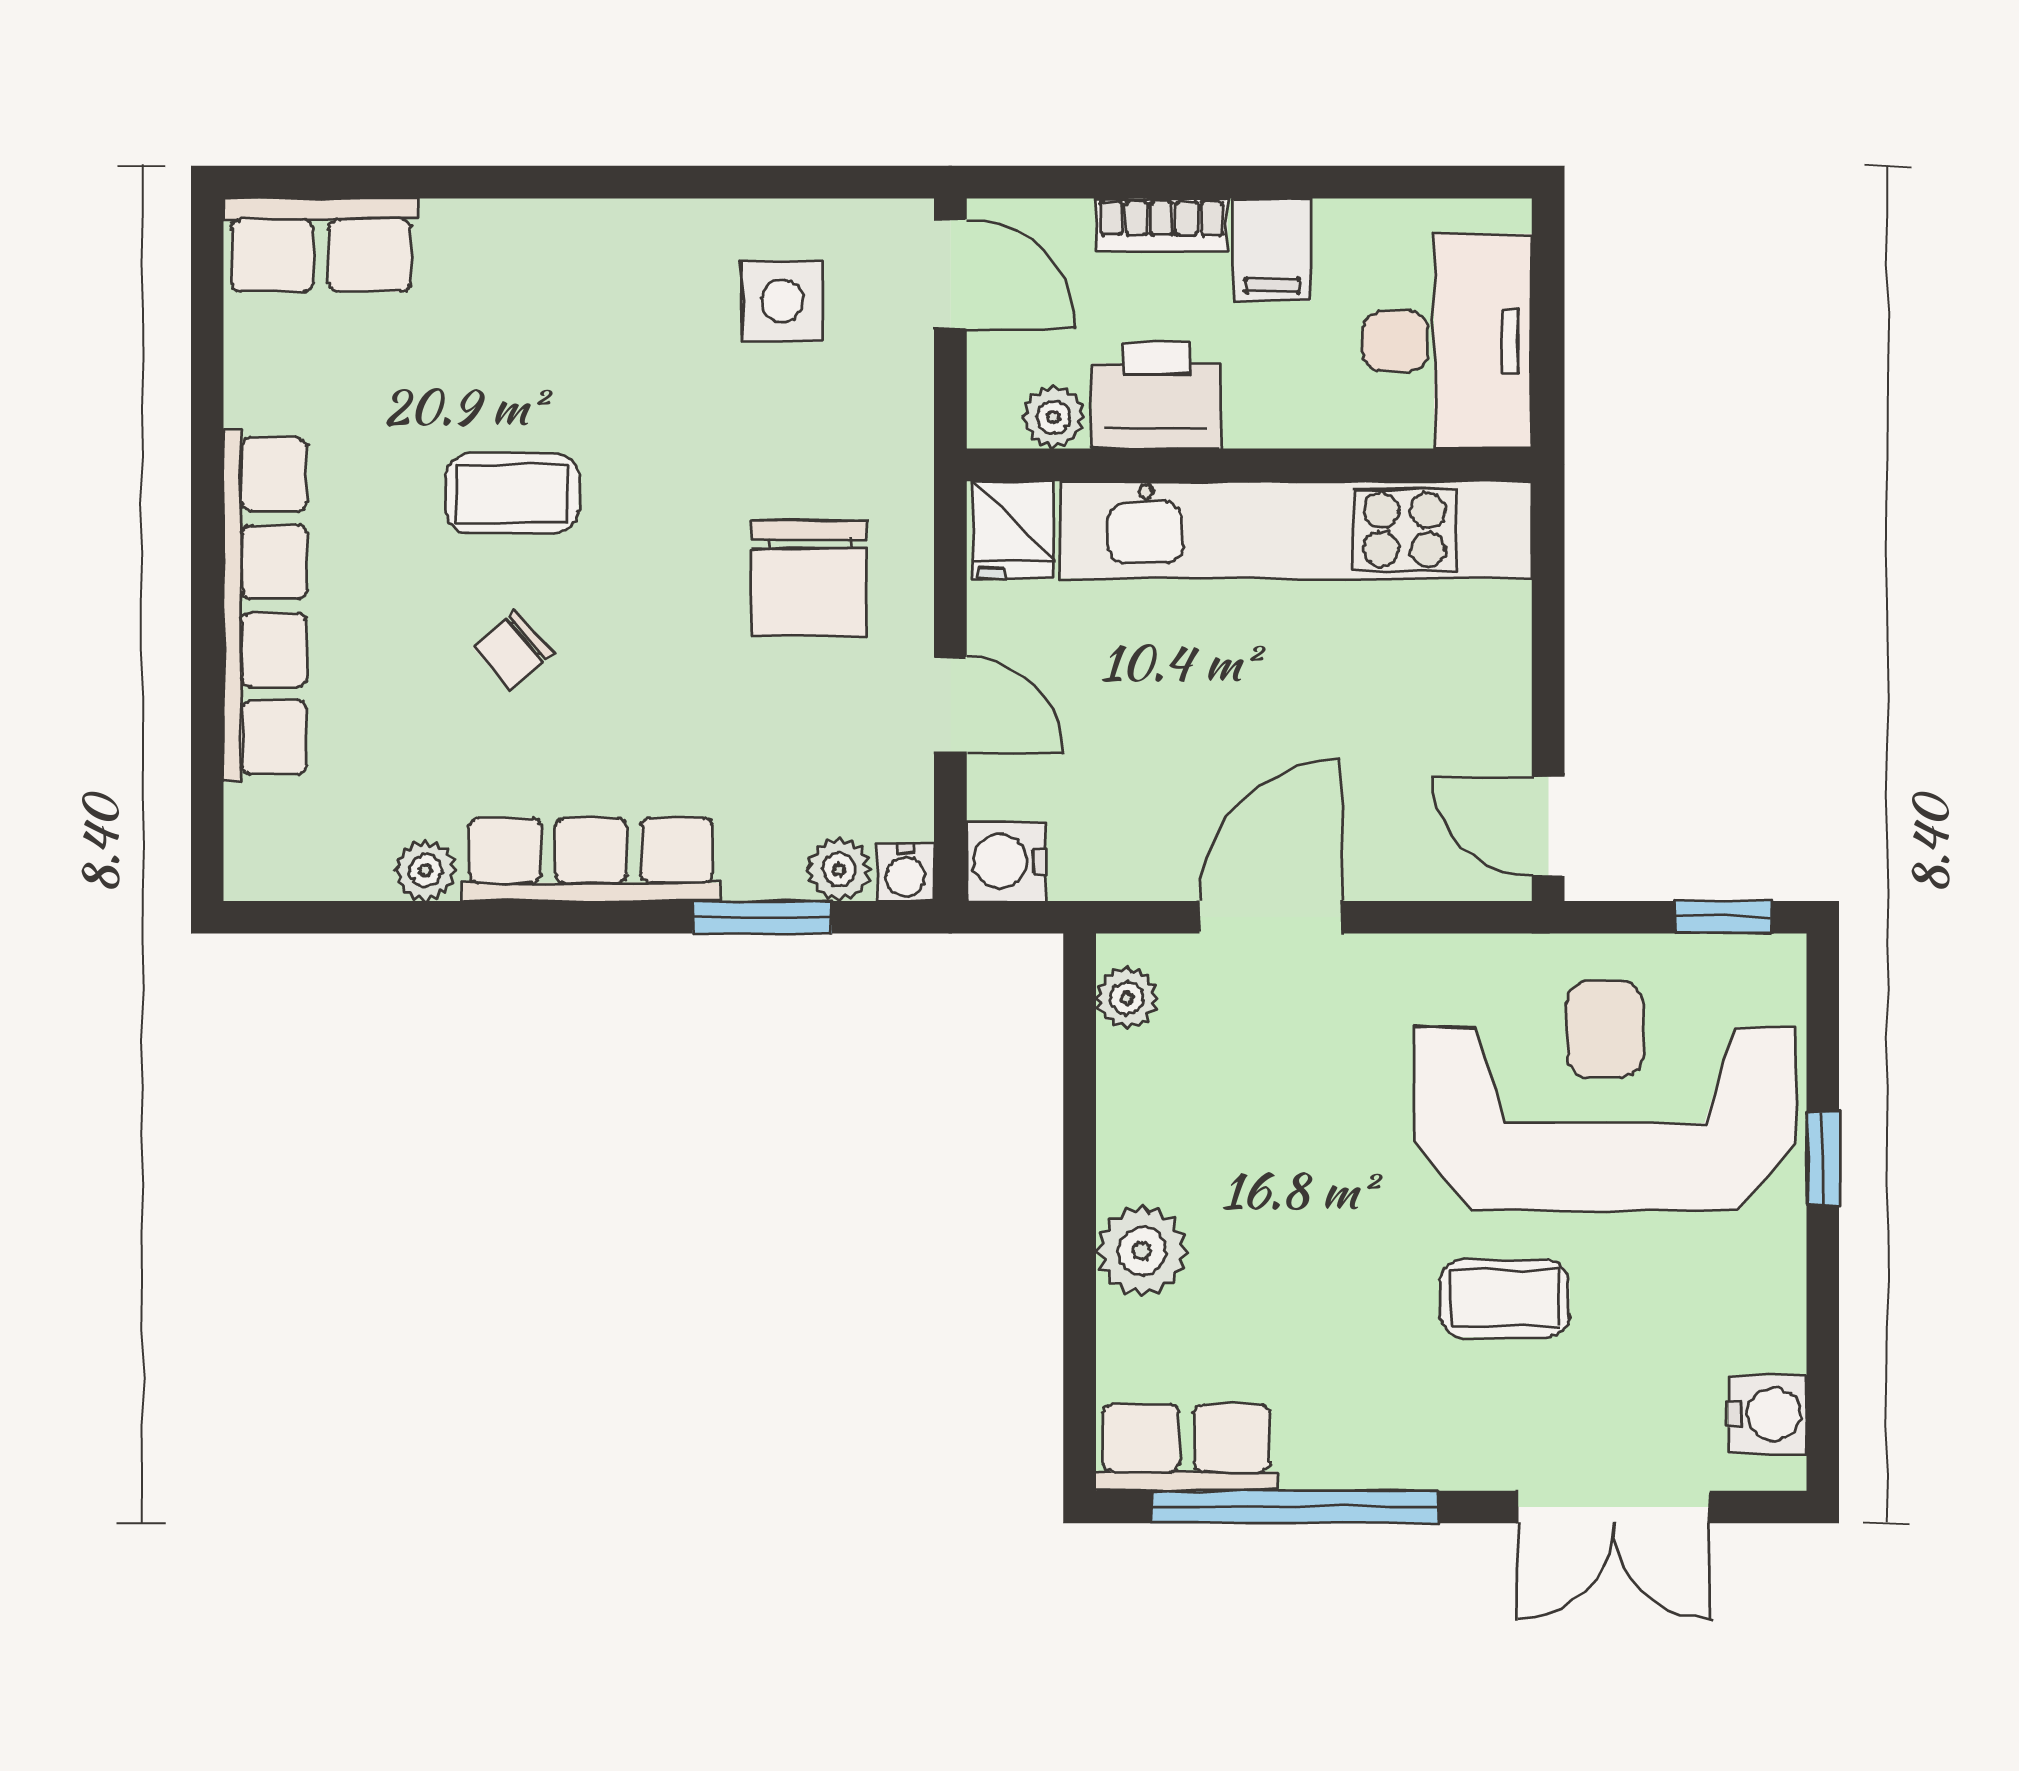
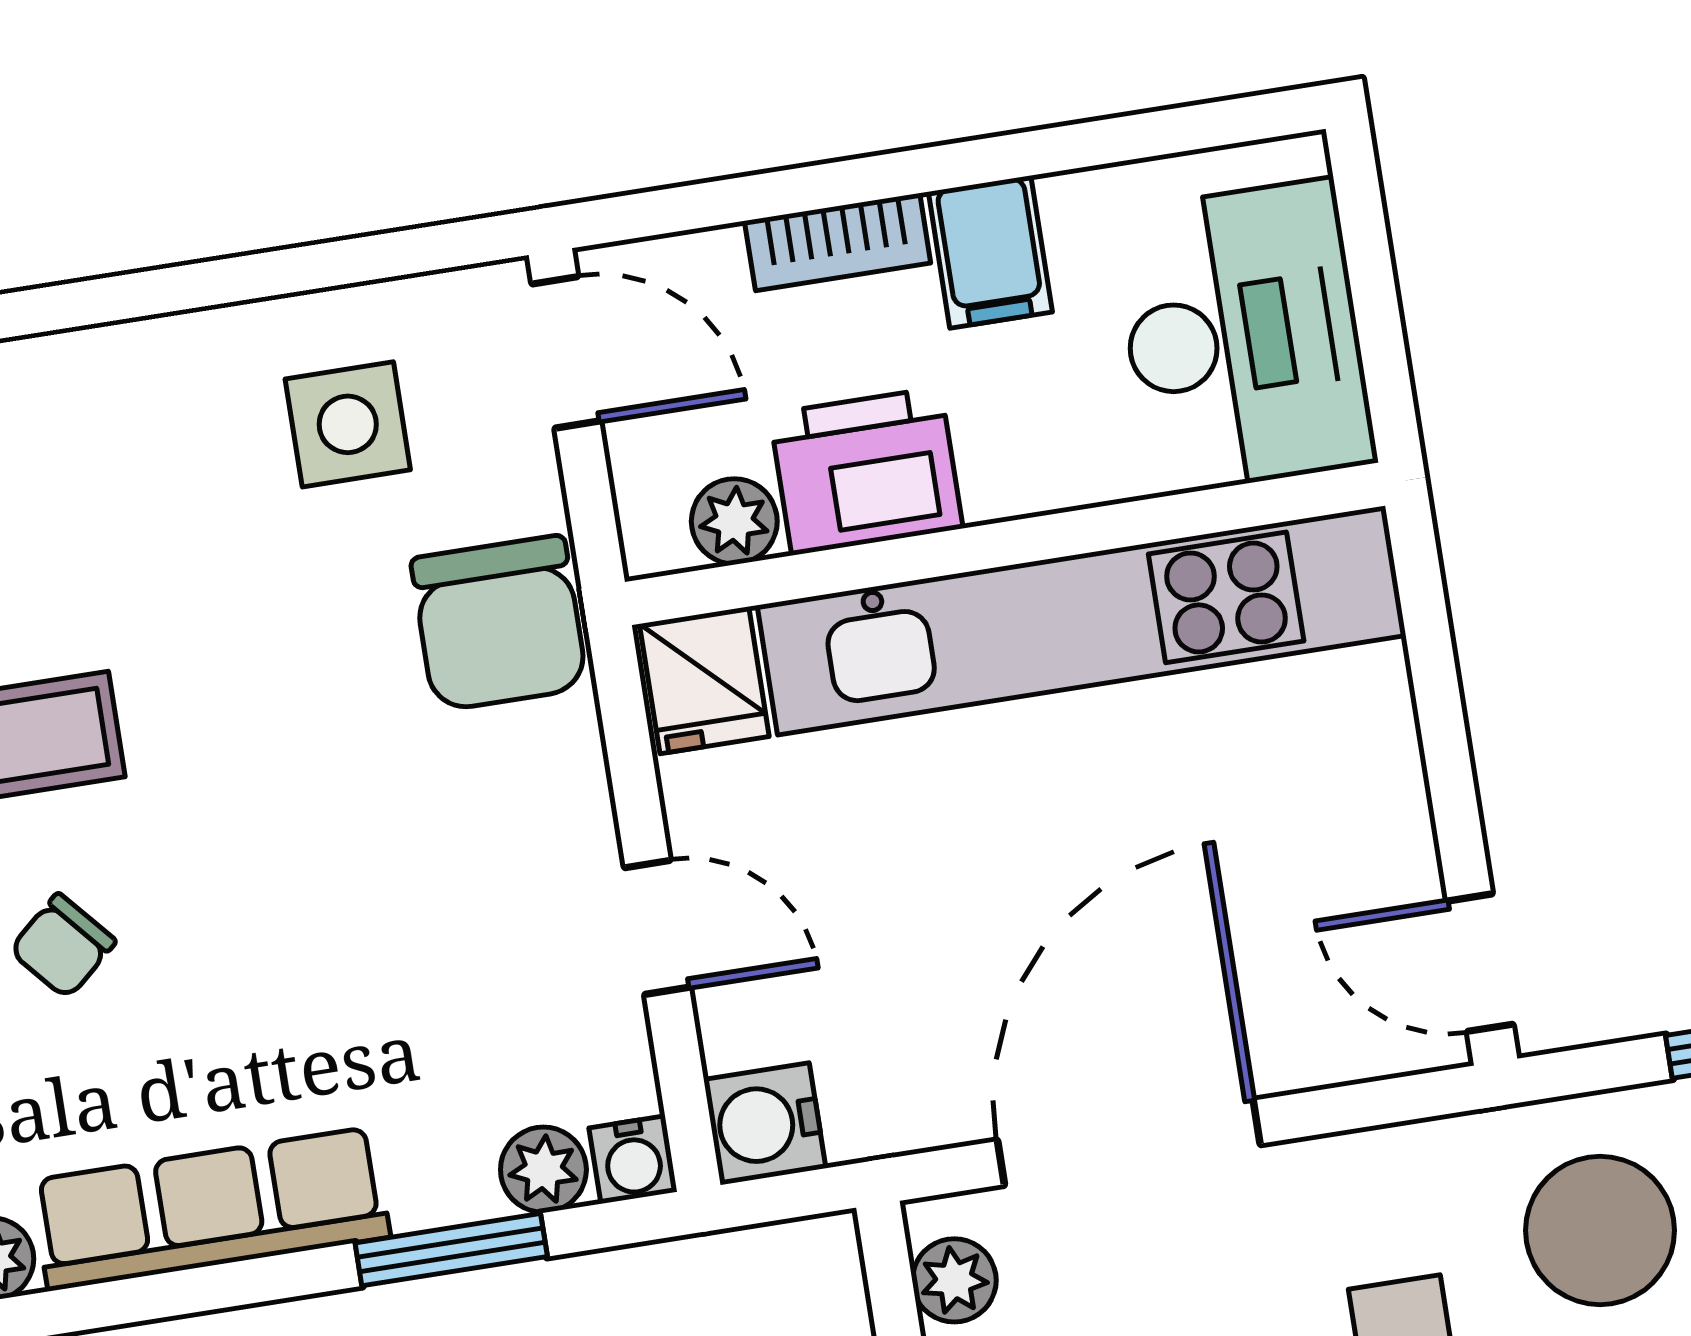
chair: (809, 578) -> (499, 623), moved
door: (1271, 917) -> (1129, 1142), width x1.36

